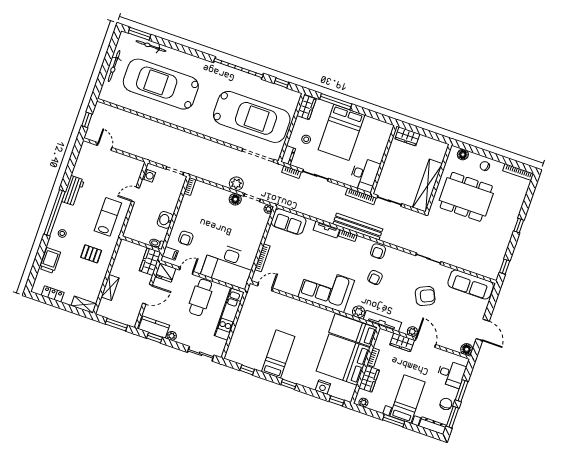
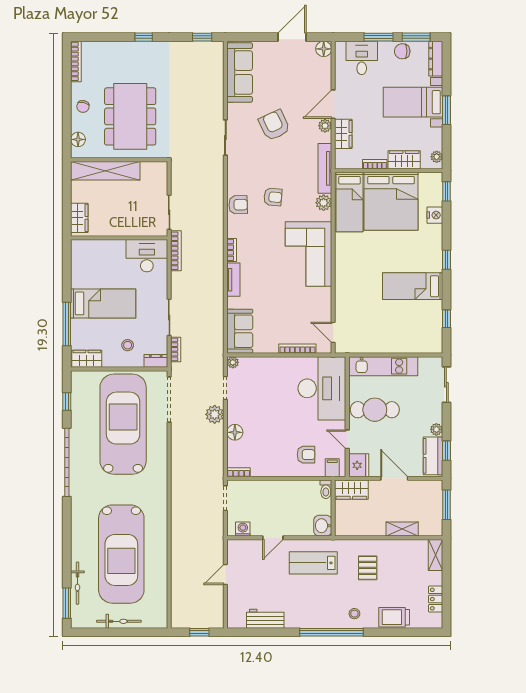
bed: (341, 132) -> (103, 303), width x0.67
door: (105, 147) -> (225, 575), moved
shelving: (427, 186) -> (105, 171), moved
workbench: (73, 191) -> (265, 619), moved
door: (135, 195) -> (273, 538), hinge flipped
floor lamp: (235, 199) -> (235, 432), moved
washbasin: (165, 220) -> (323, 526), moved, turned 90
bench: (358, 227) -> (216, 241), removed

